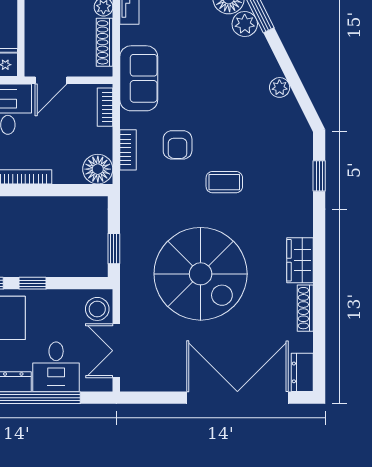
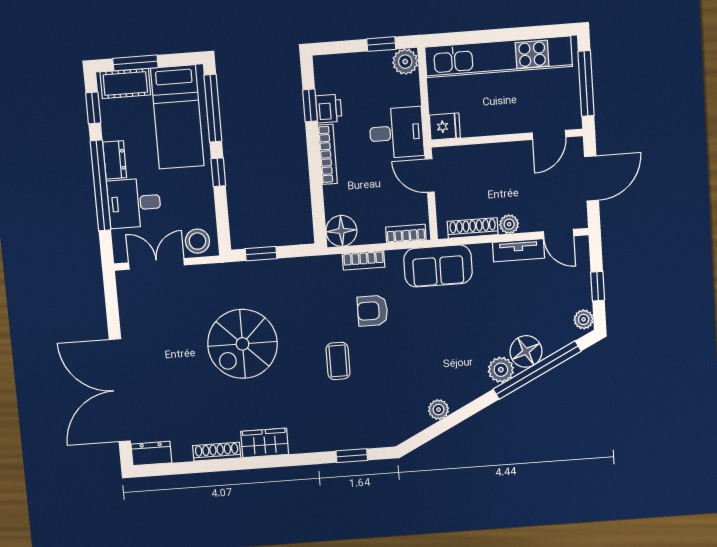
spiral stairs: (201, 274) -> (242, 344), width x0.73, depth x0.73
double door: (237, 398) -> (120, 390), swing flipped

